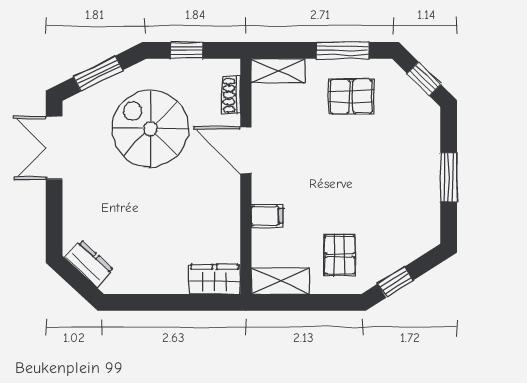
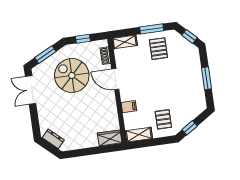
pallet: (351, 96) -> (158, 49), turned 90

